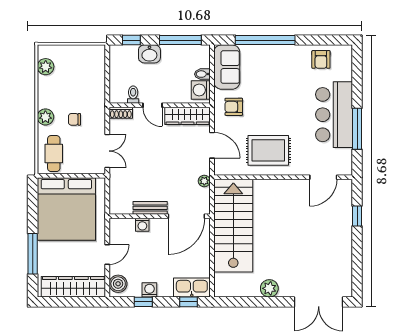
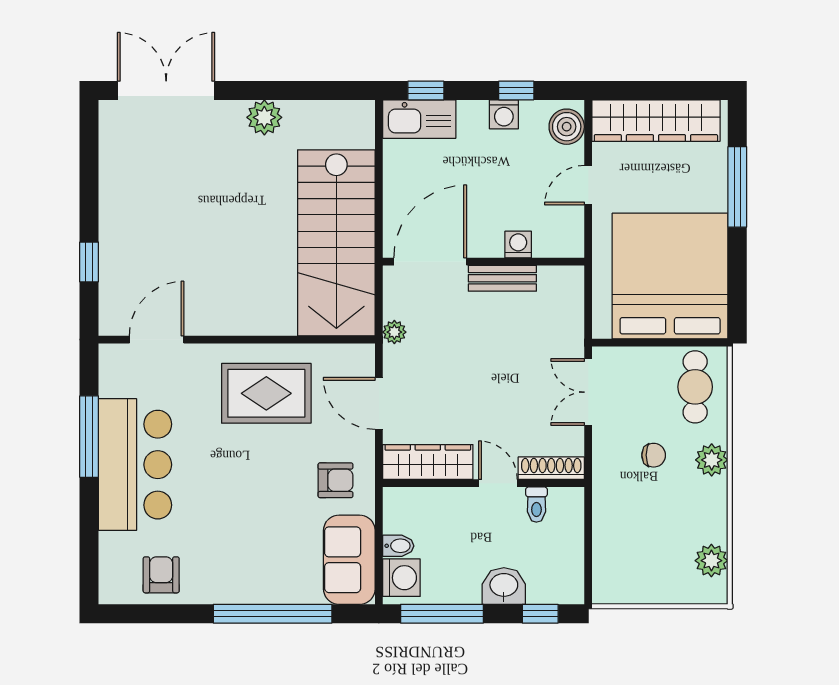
washing machine: (201, 90) -> (401, 578), moved
shoe rack: (121, 113) -> (551, 468), width x1.43

